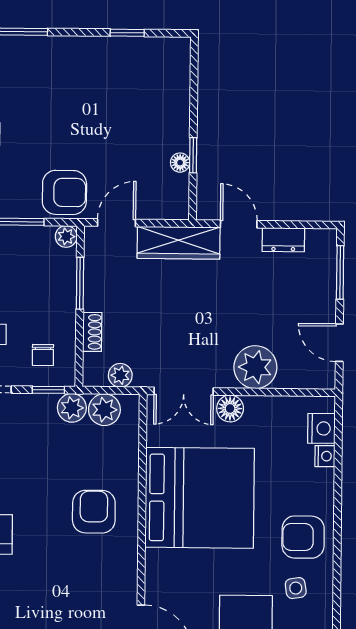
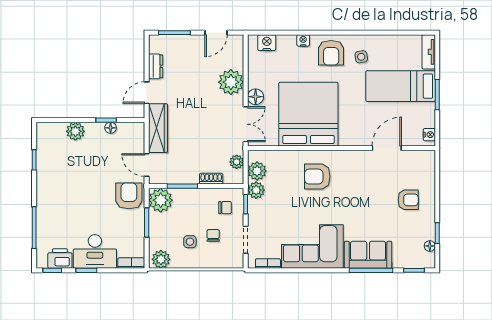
plant: (175, 103) -> (75, 131), added
plant: (66, 236) -> (161, 200), width x1.88, depth x1.88
nightstand: (325, 456) -> (303, 40), moved

